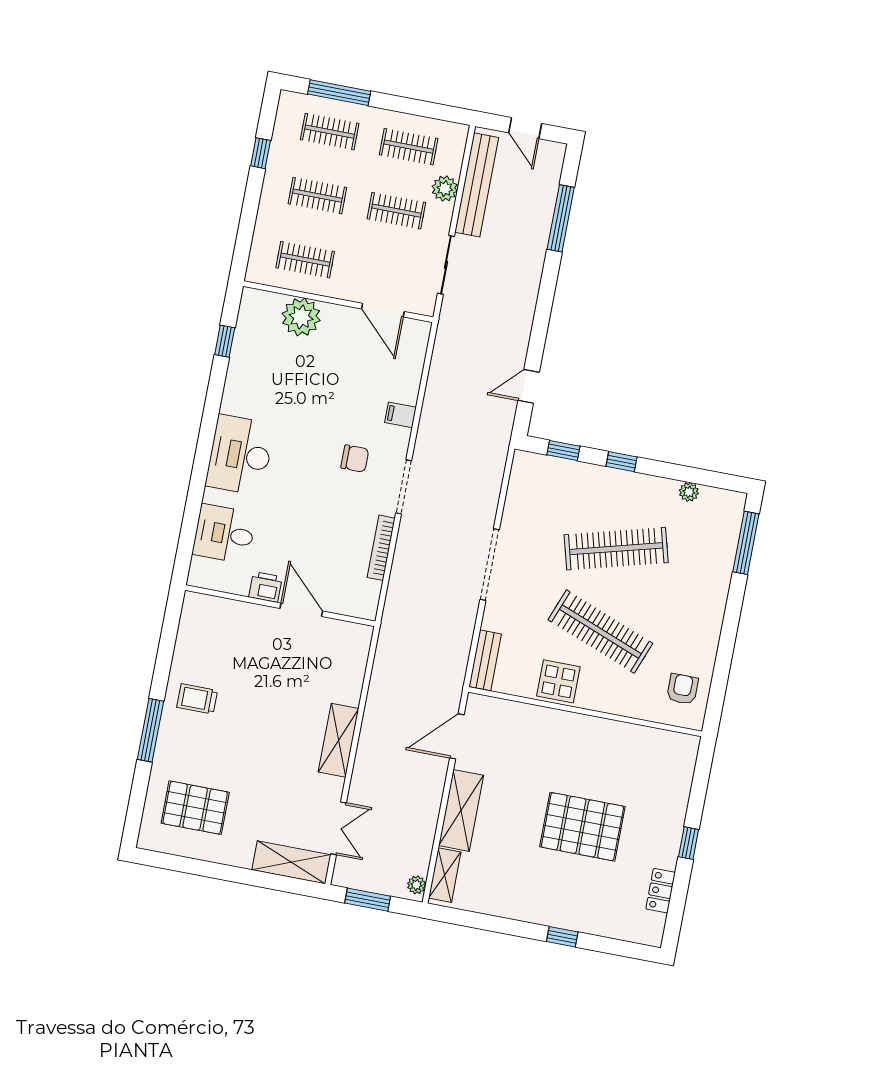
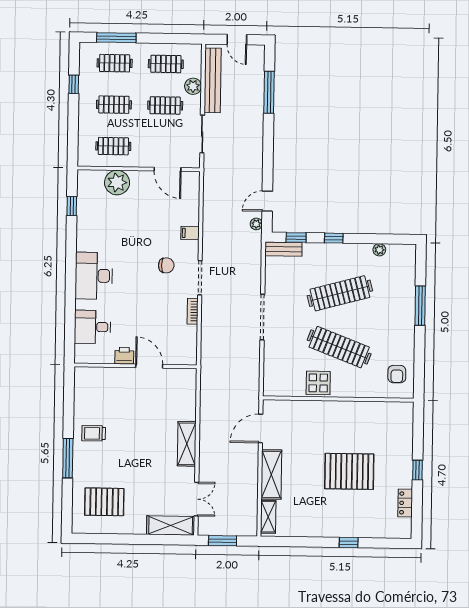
window: (746, 543) -> (420, 306), moved
bookcase: (381, 548) -> (193, 311), width x0.64
bench: (485, 660) -> (283, 249), moved, turned 90
armchair: (682, 689) -> (397, 374), turned 180
plant: (416, 885) -> (256, 224), moved

